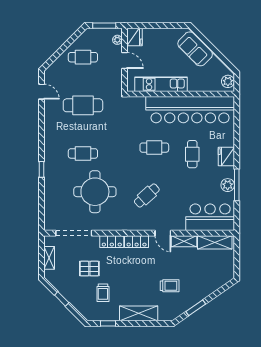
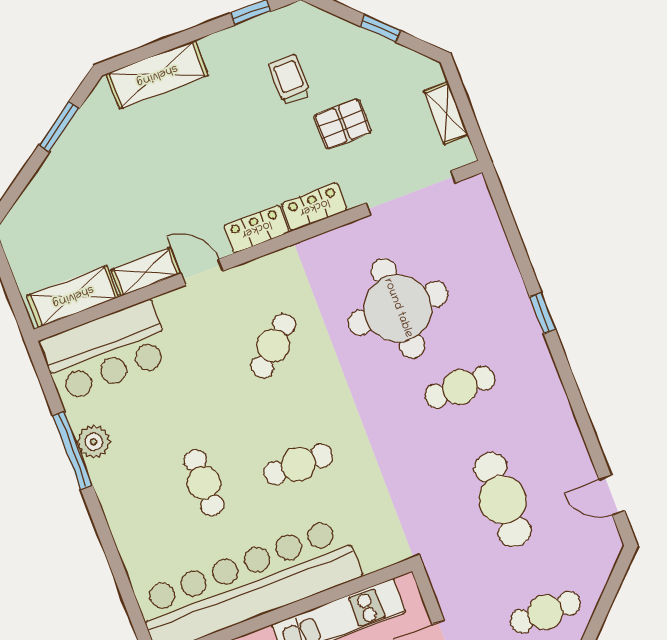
cafe table: (83, 105) -> (503, 500), turned 90
fridge: (226, 157) -> (122, 507), removed
trolley: (170, 286) -> (140, 155), removed
shelving: (139, 313) -> (157, 75), moved

